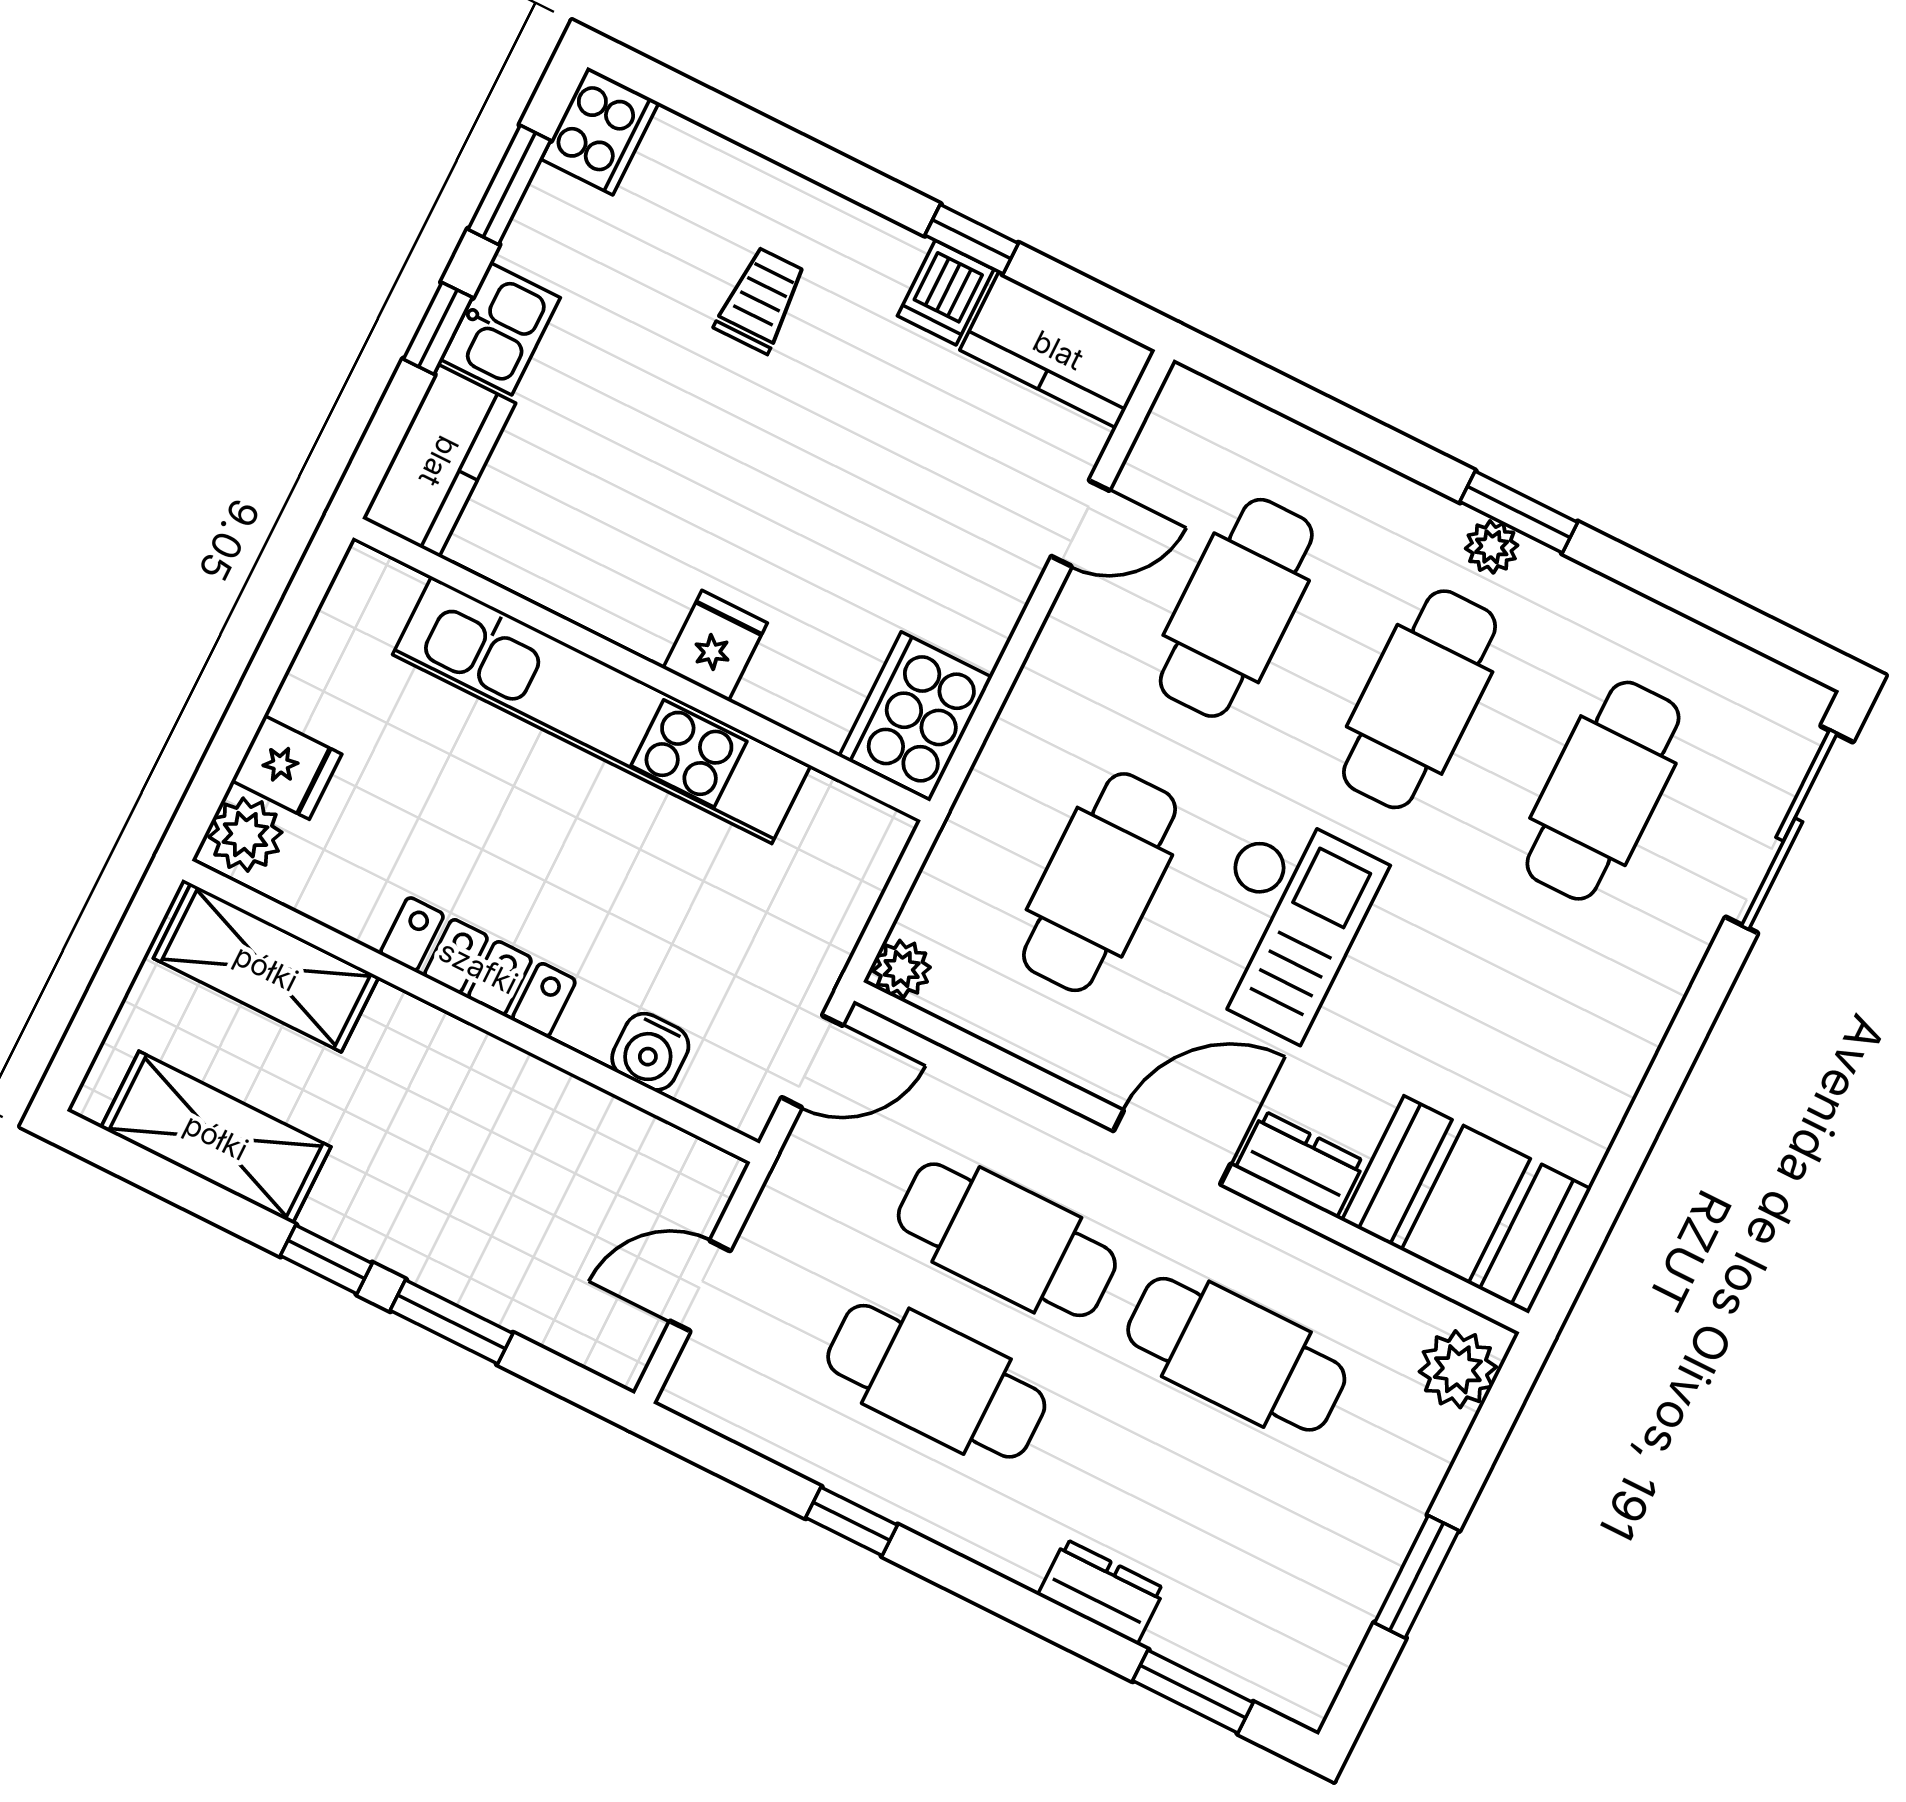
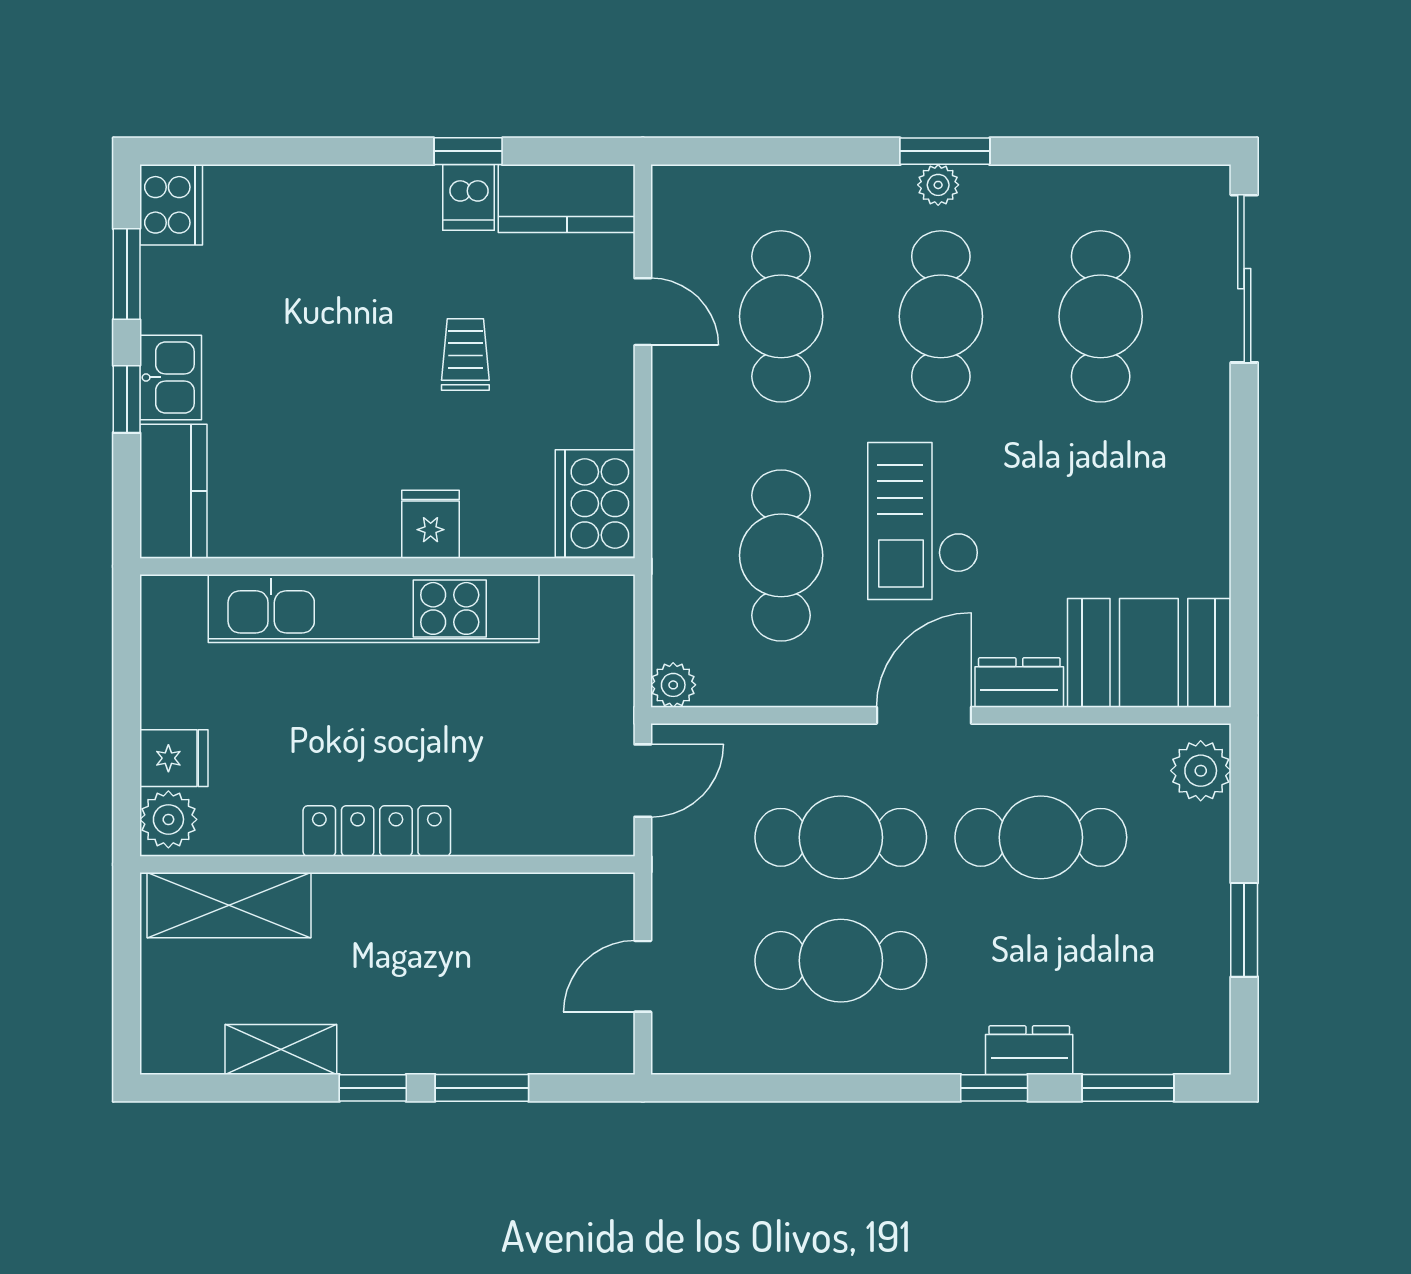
trolley: (761, 300) -> (465, 355), moved
door: (1080, 523) -> (643, 312), hinge flipped
checkout: (1282, 924) -> (923, 521), turned 180
water cooler: (650, 1052) -> (527, 830), removed
shelving: (216, 1137) -> (281, 1049), width x0.67, depth x0.75
window: (852, 1521) -> (994, 1088), moved

